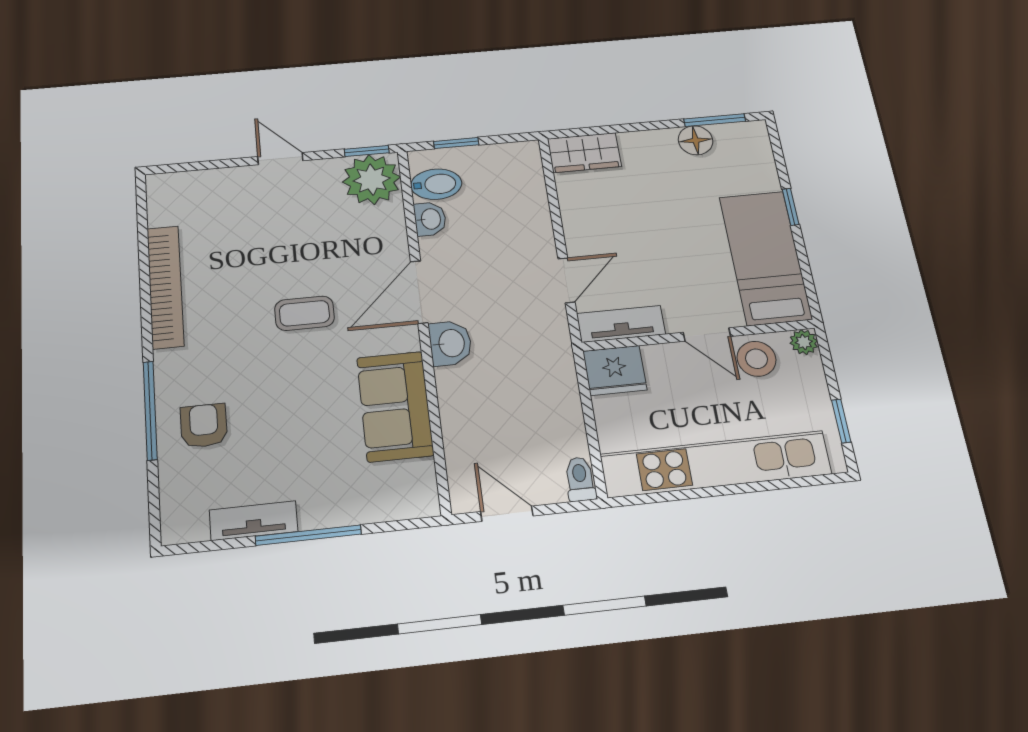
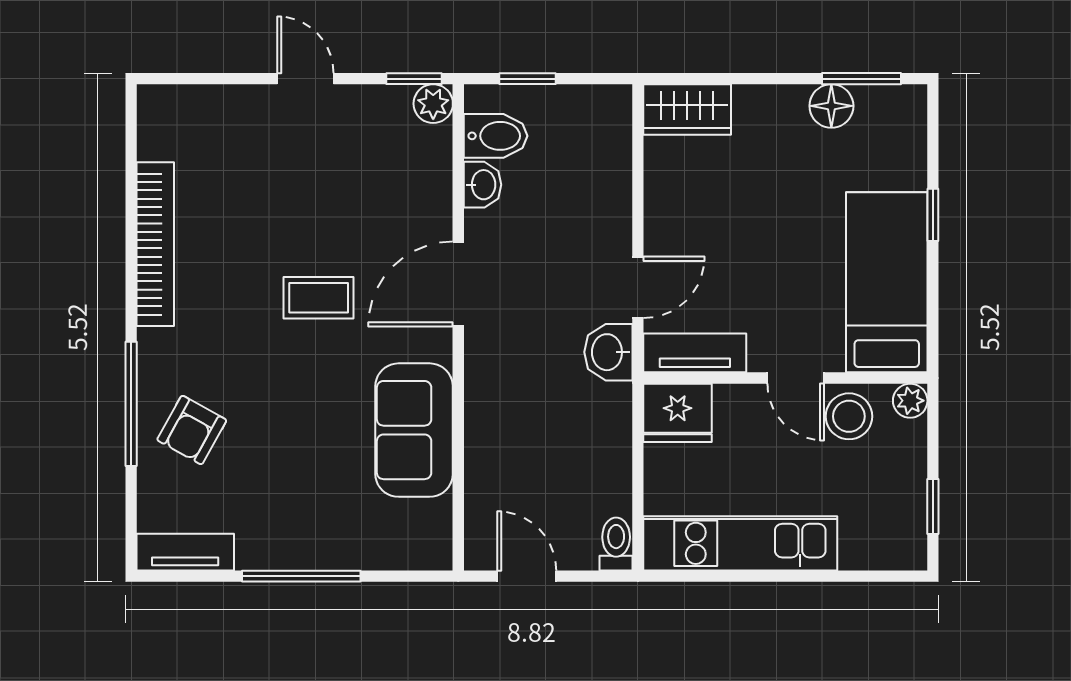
plant: (372, 180) -> (433, 104), width x0.53, depth x0.53
washbasin: (450, 343) -> (608, 352), moved, turned 180
armchair: (204, 426) -> (192, 430), turned -151
kitchen unit: (716, 464) -> (740, 543), width x0.73
tv unit: (253, 521) -> (185, 552), moved

